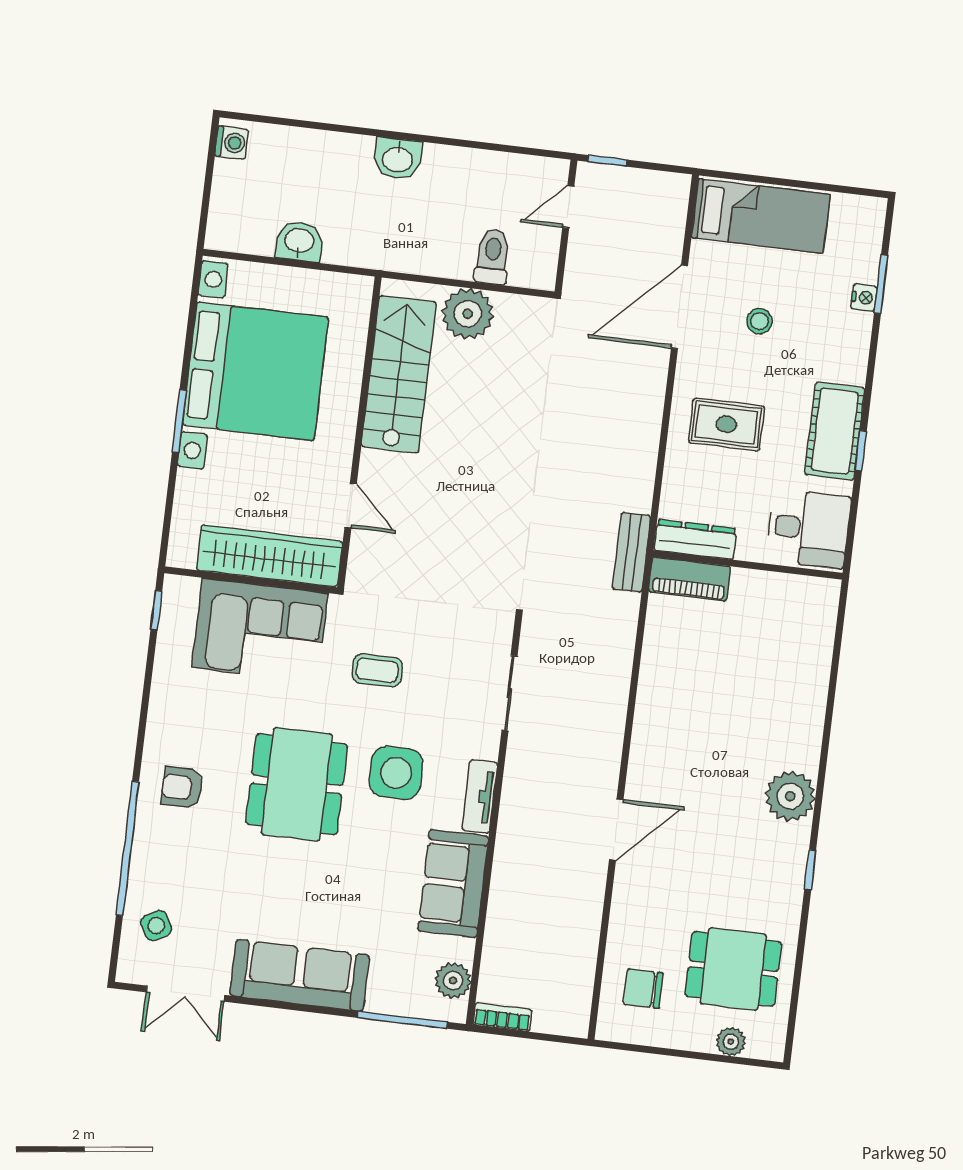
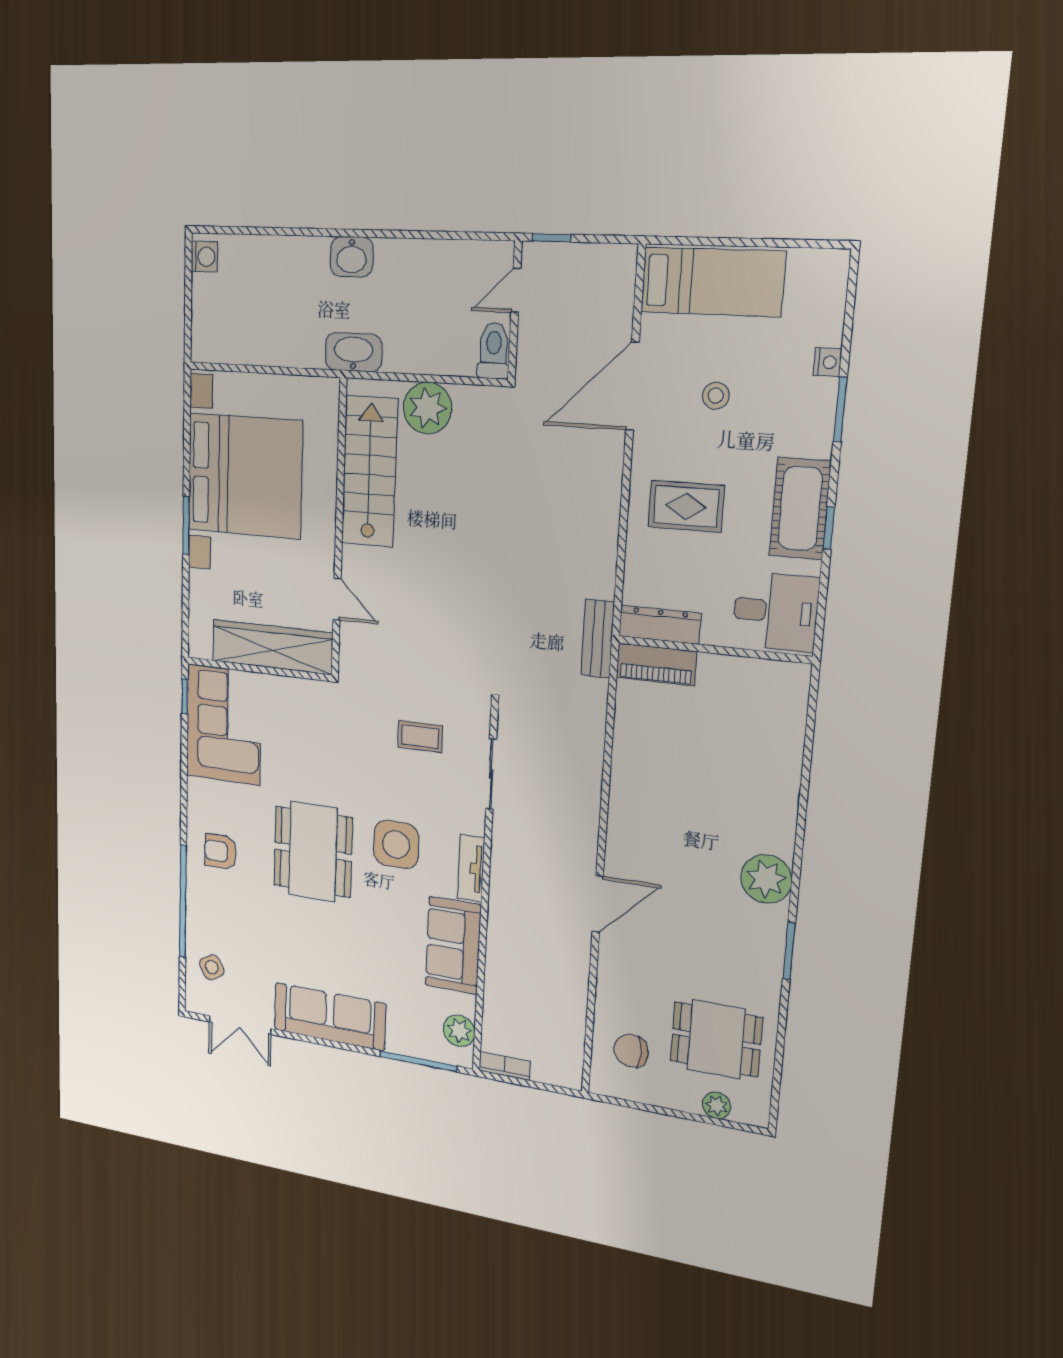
washbasin: (299, 241) -> (353, 352), moved, width x1.38
toilet: (492, 257) -> (494, 351), moved
window: (881, 284) -> (840, 410), moved
corner sofa: (260, 630) -> (224, 725), moved, turned -90
coffee table: (377, 670) -> (420, 737), moved
window: (810, 870) -> (789, 951), width x1.50

